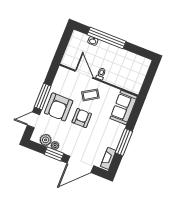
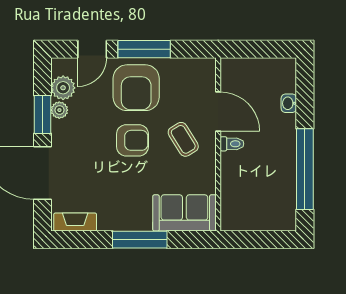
window: (107, 38) -> (305, 169), moved
door: (84, 74) -> (218, 112), hinge flipped
armchair: (59, 107) -> (136, 88), turned -90
door: (33, 120) -> (92, 49), swing flipped
window: (124, 142) -> (140, 240), moved

